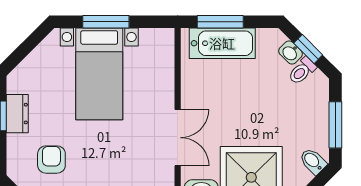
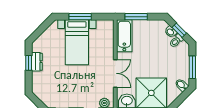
bathtub: (222, 43) -> (124, 36), moved, turned -90
armchair: (51, 160) -> (54, 84), removed

